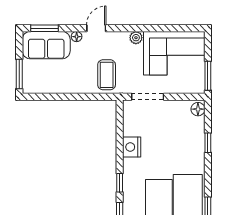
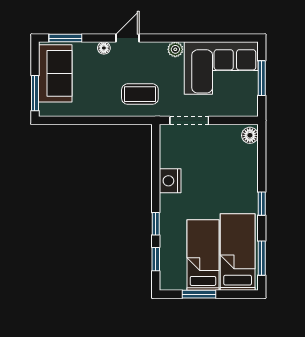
sofa: (46, 45) -> (55, 73), moved, turned -90
coffee table: (107, 75) -> (140, 94), turned 90
window: (208, 76) -> (262, 78), moved
window: (208, 143) -> (262, 204), moved

